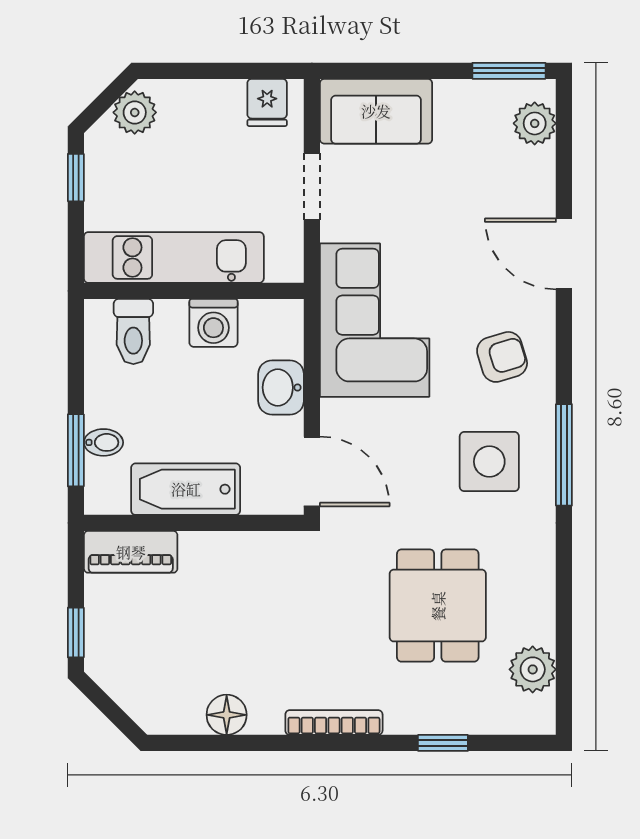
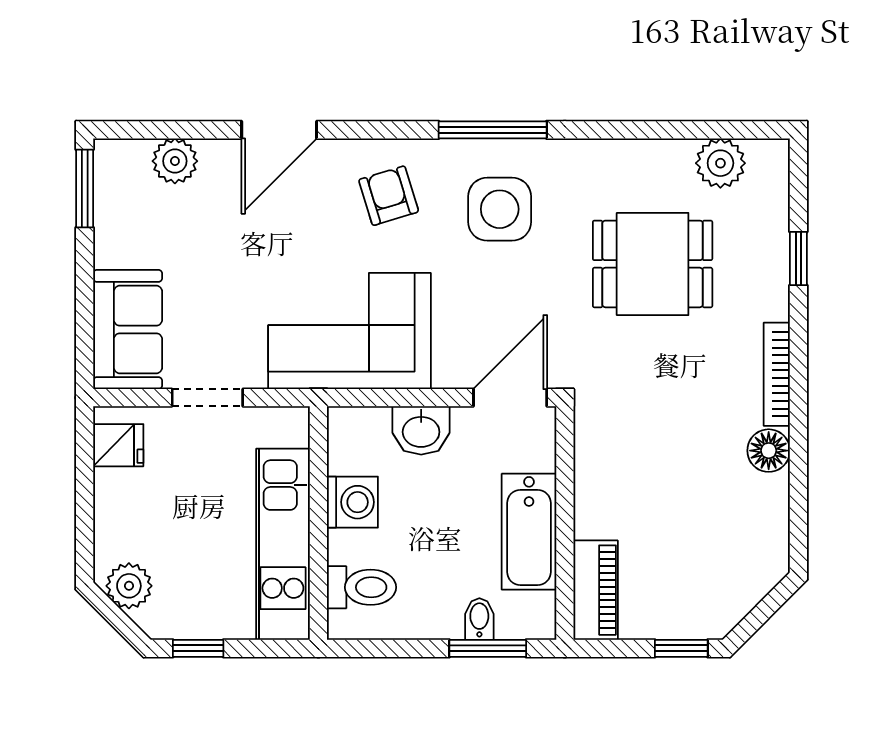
plant: (535, 123) -> (175, 161), moved
floor lamp: (227, 715) -> (769, 451), moved

